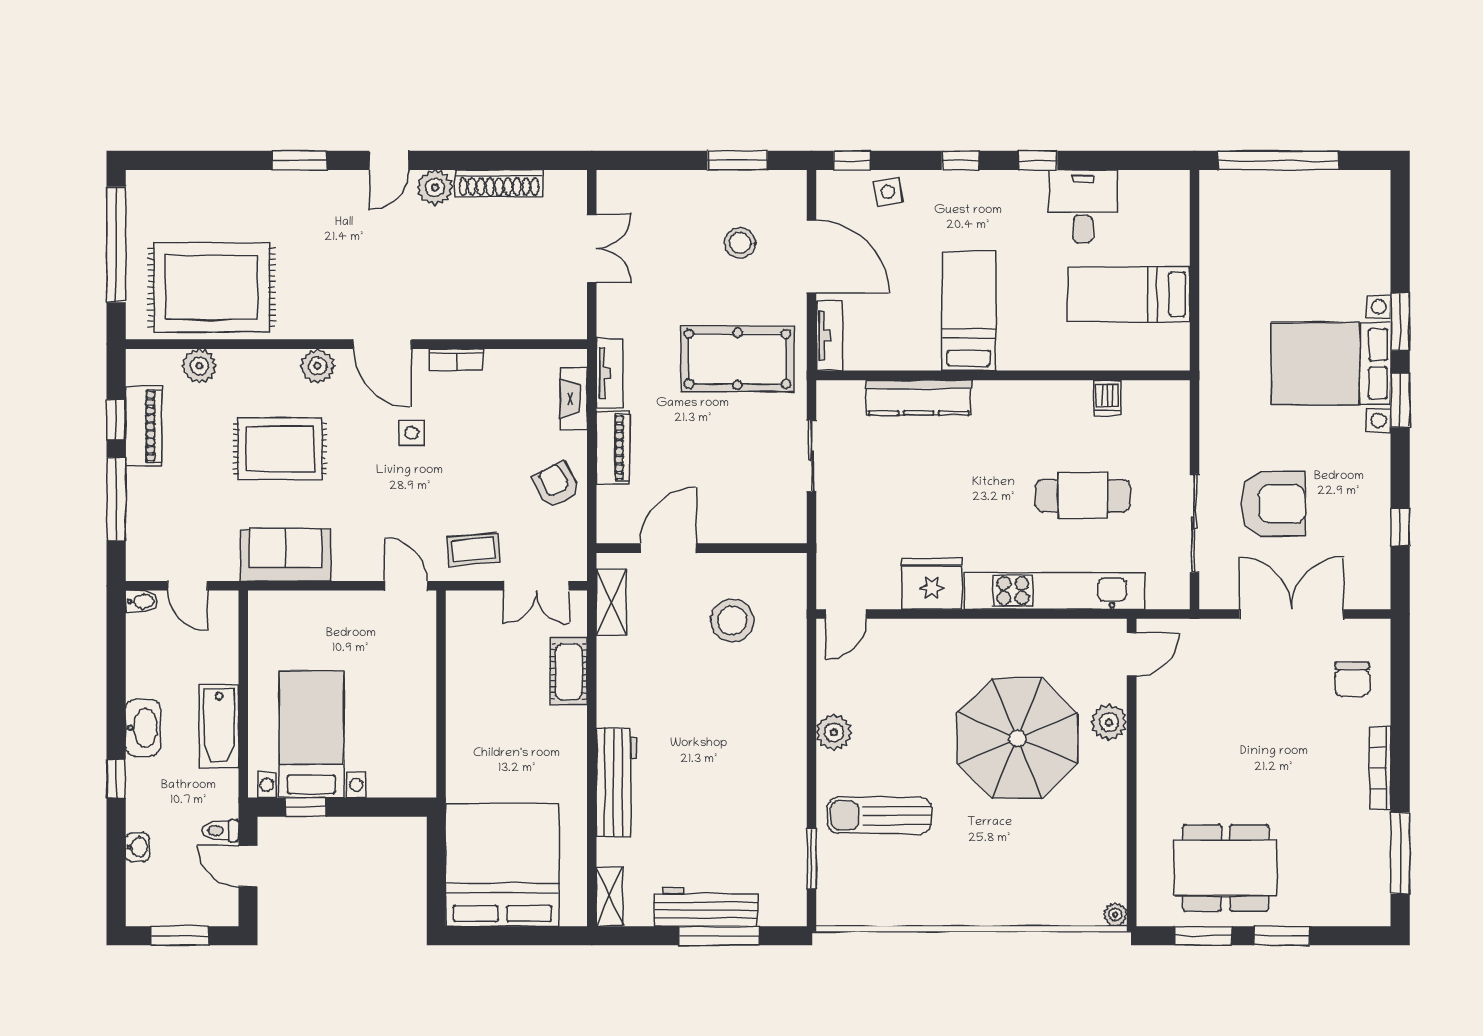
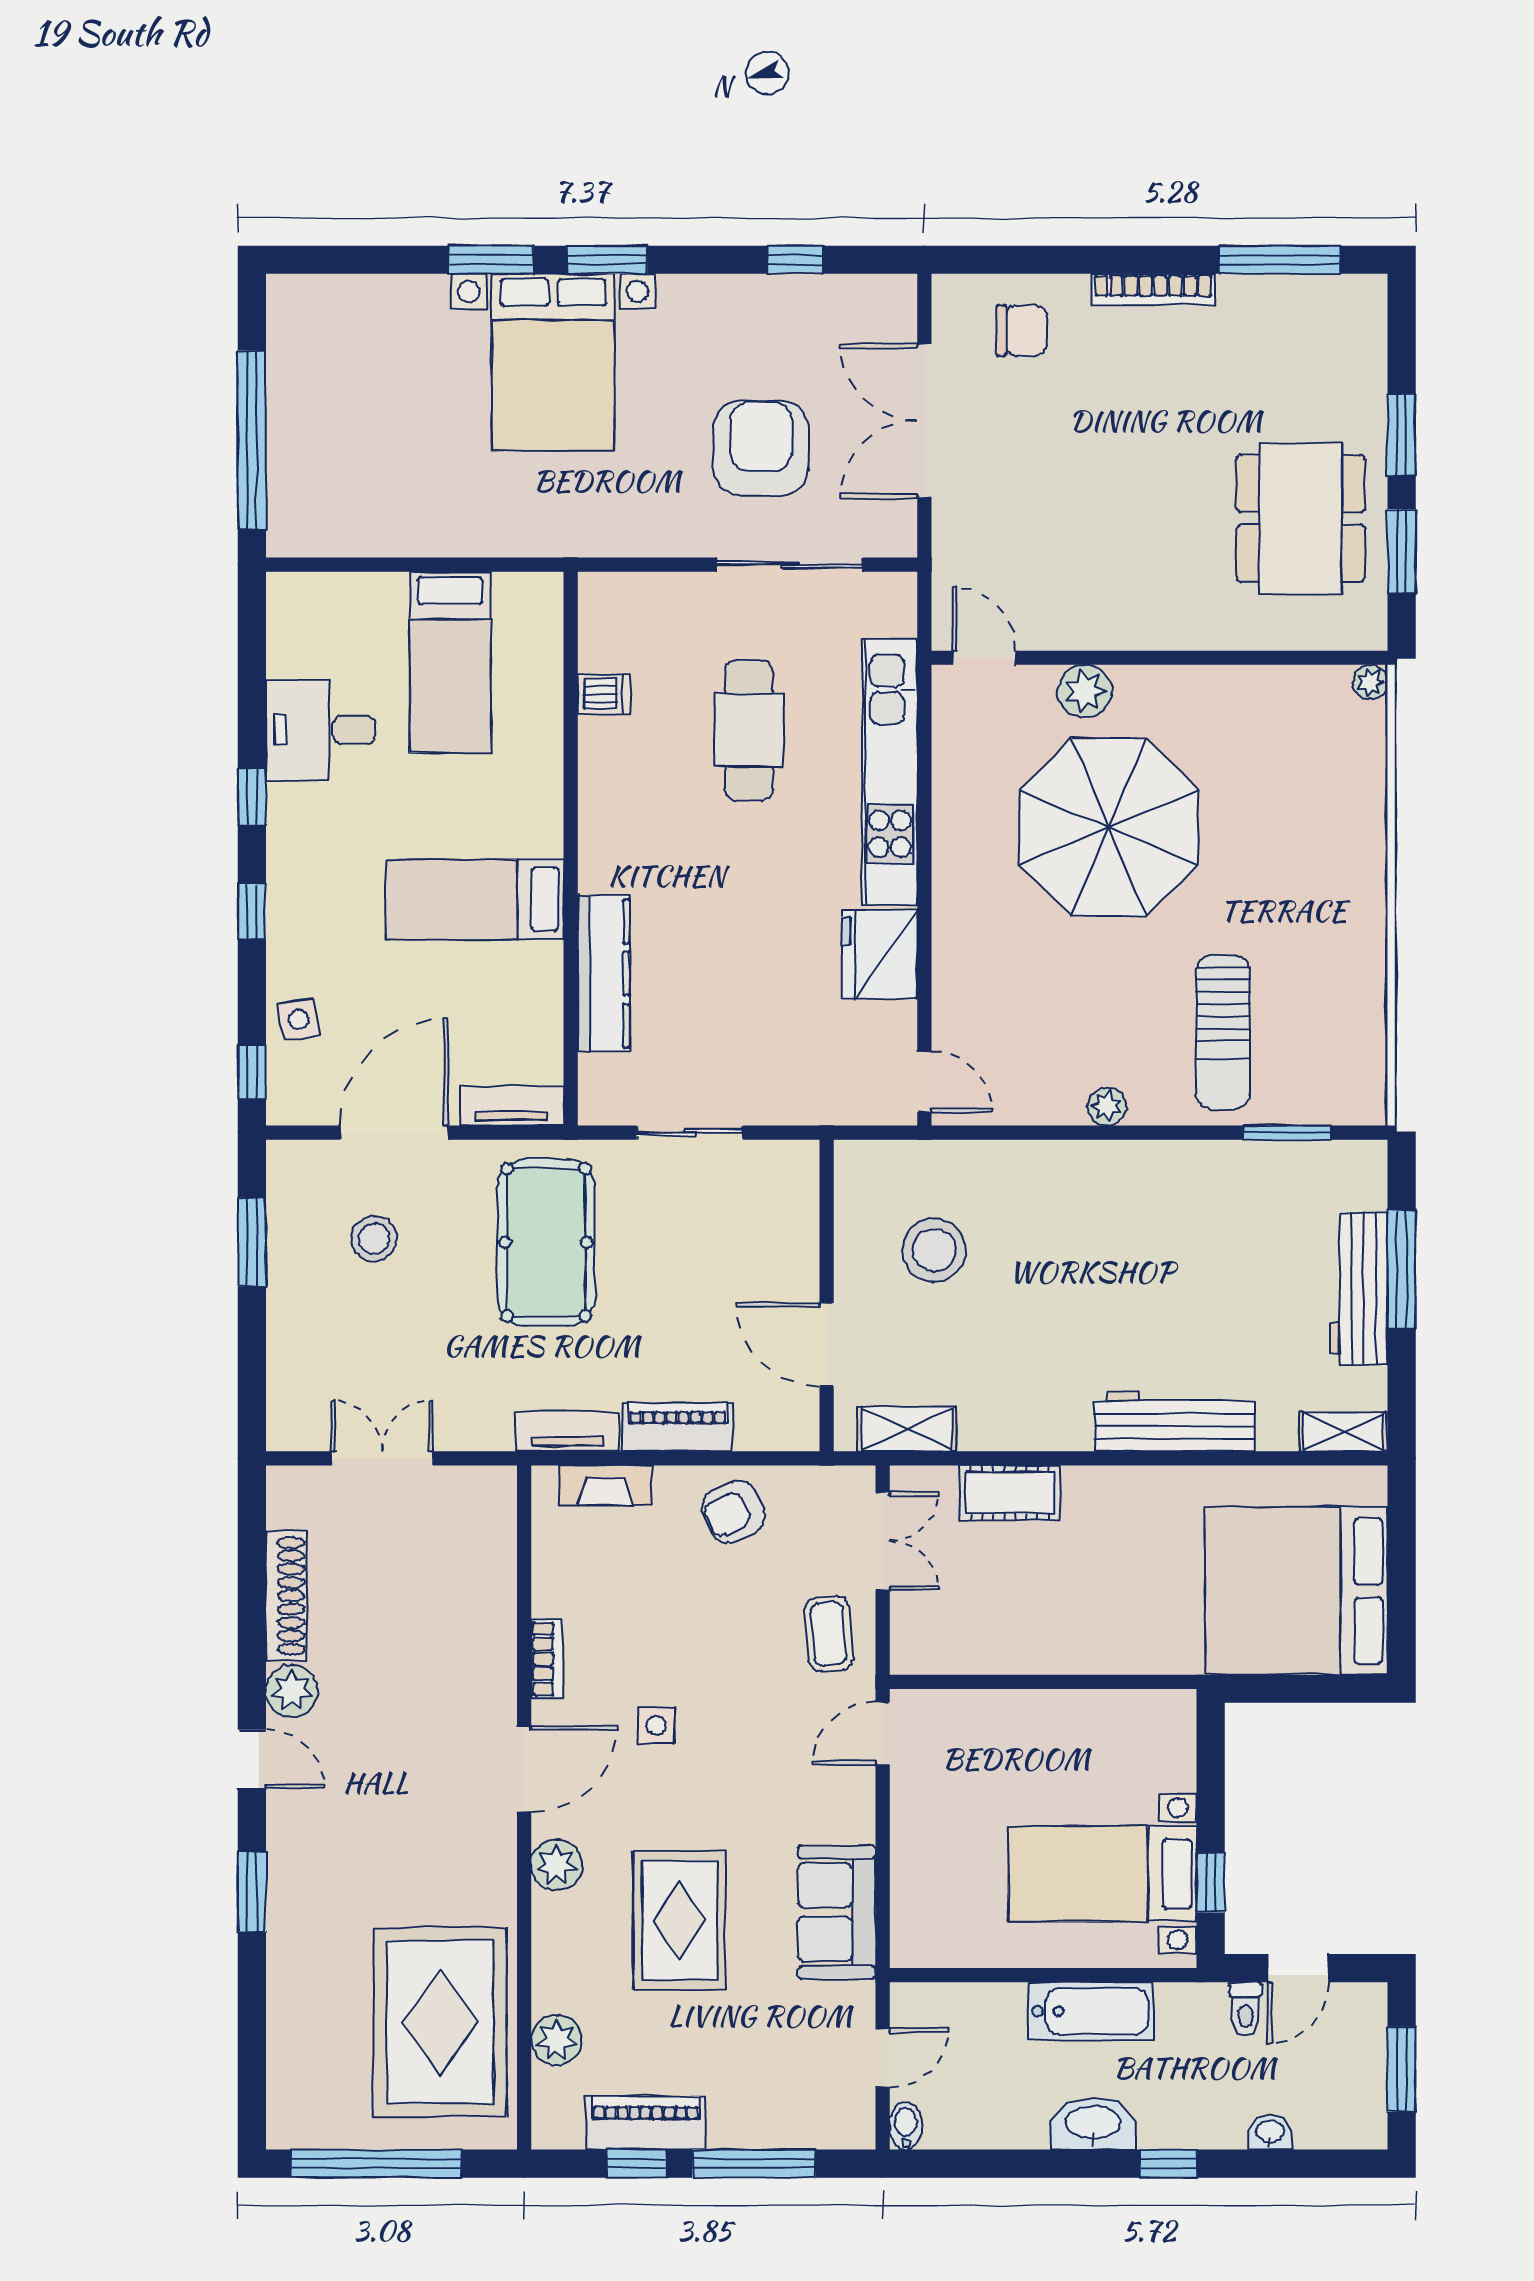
plant: (834, 732) -> (1107, 1106), width x0.73, depth x0.73

